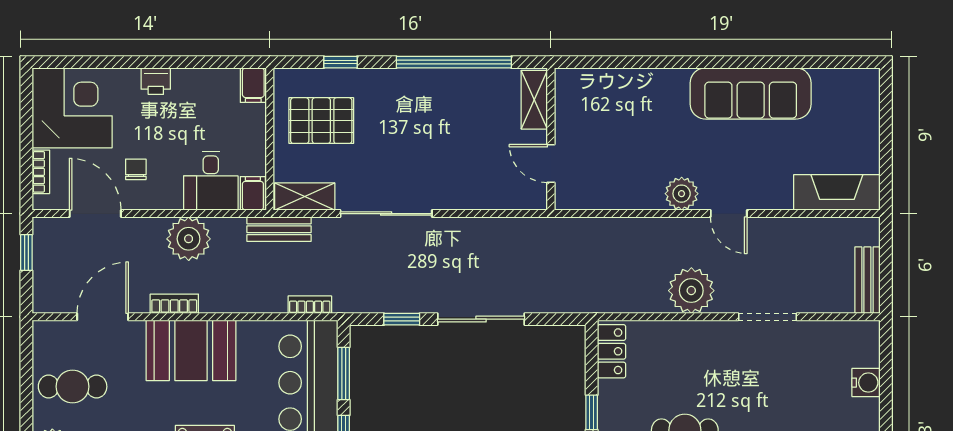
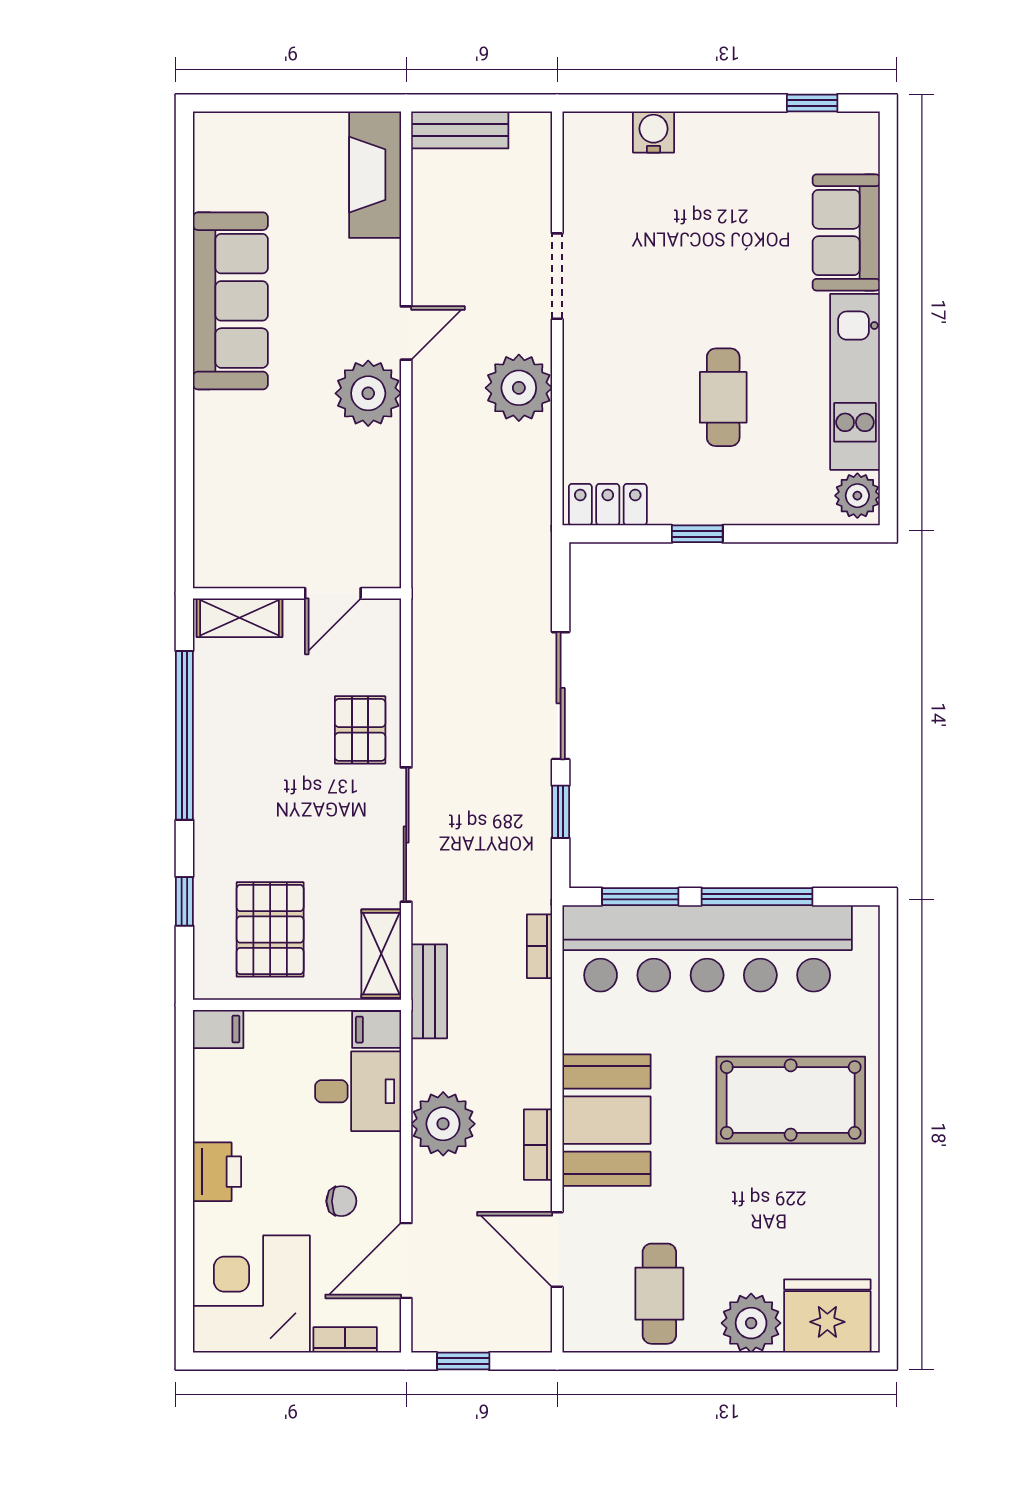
printer: (156, 81) -> (217, 1172), width x1.36, depth x1.24
chair: (136, 169) -> (341, 1201), turned 180
pallet: (458, 182) -> (360, 730), added
plant: (682, 194) -> (368, 393), width x1.36, depth x1.36
bench: (867, 280) -> (460, 130), moved

